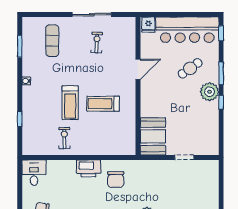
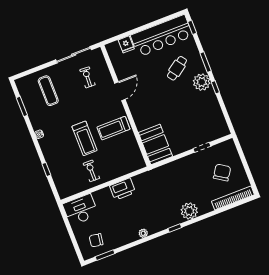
door: (138, 69) -> (120, 91), moved
wall: (138, 86) -> (126, 106), moved
booth: (153, 136) -> (155, 144), moved
desk: (34, 173) -> (81, 210), width x1.37
chair: (116, 179) -> (222, 173), moved, turned -147

